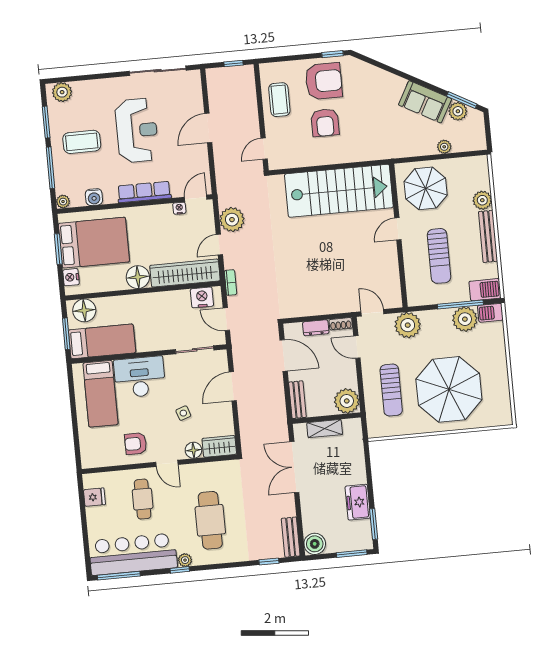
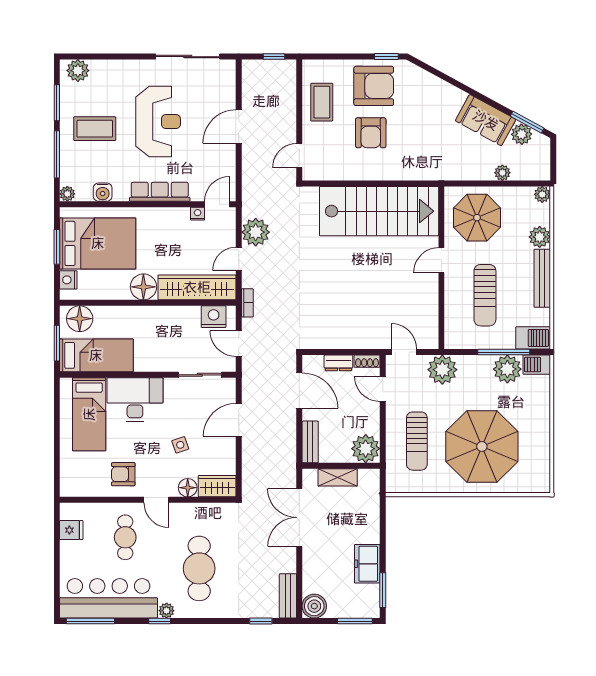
plant: (481, 163) -> (542, 194), added

